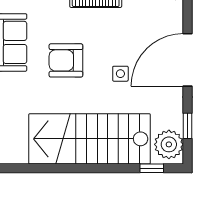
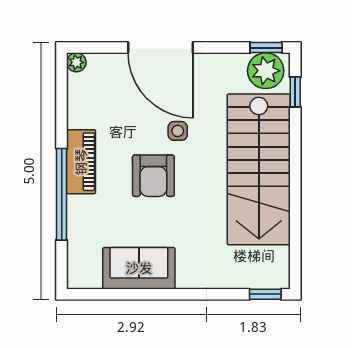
armchair: (66, 60) -> (153, 176), moved
window: (187, 126) -> (266, 48), moved

